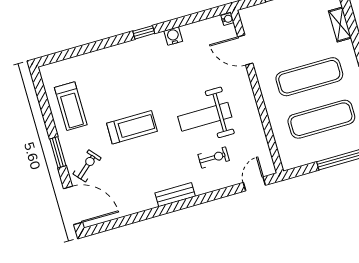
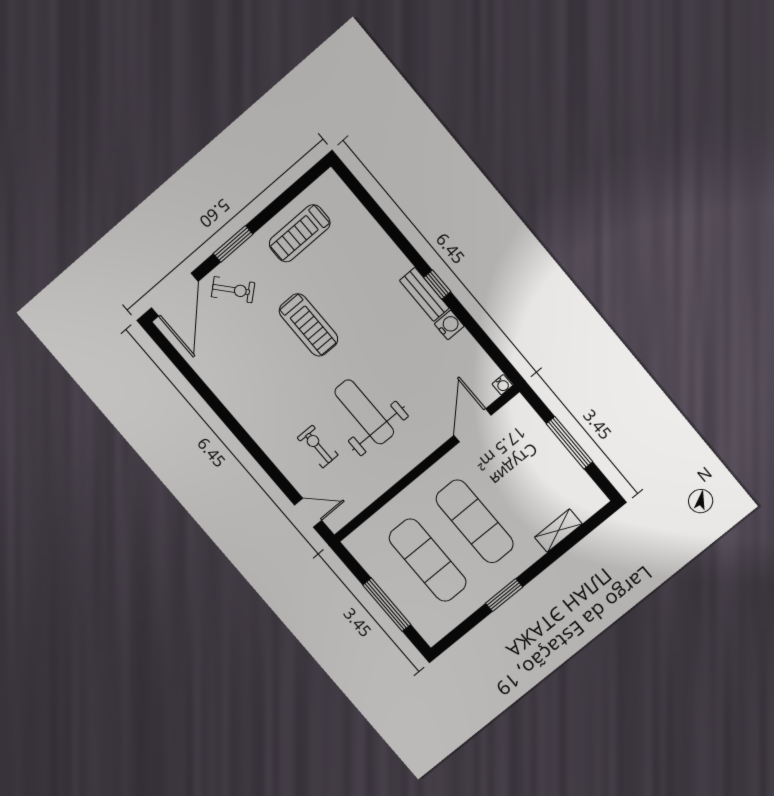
exercise bike: (214, 158) -> (318, 446), turned 180
bench: (175, 195) -> (424, 294), moved

